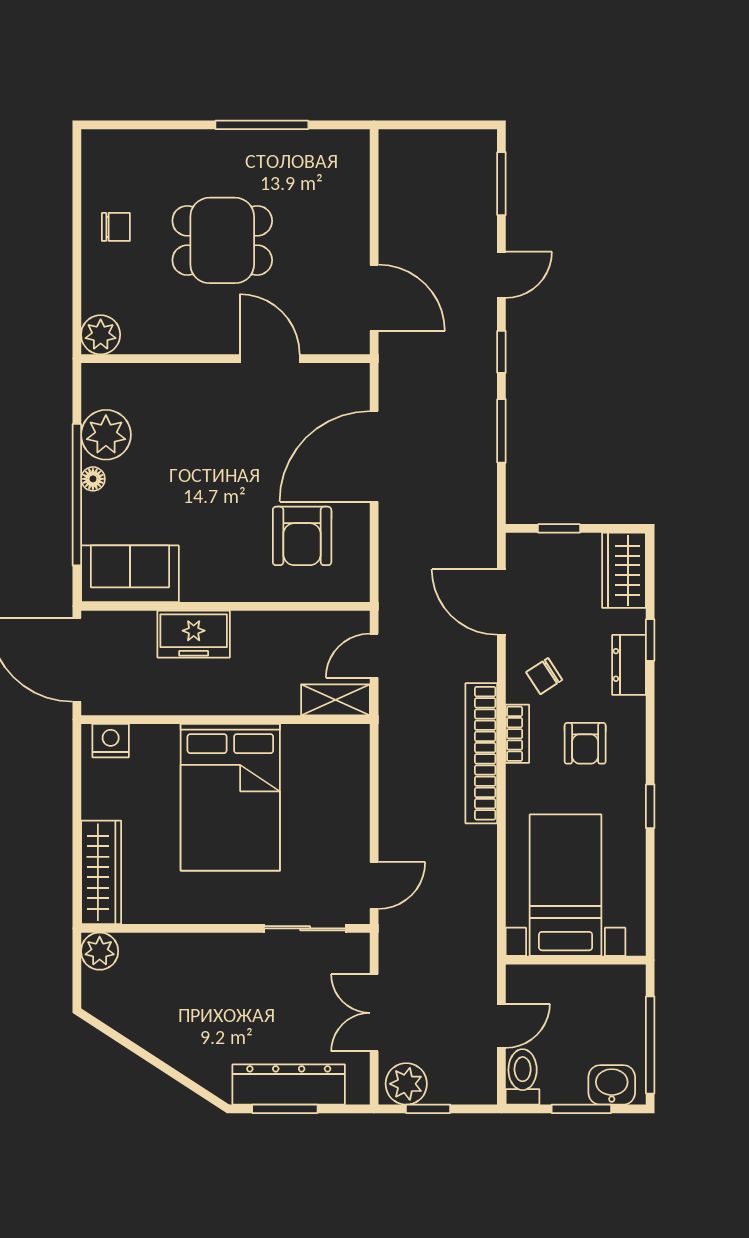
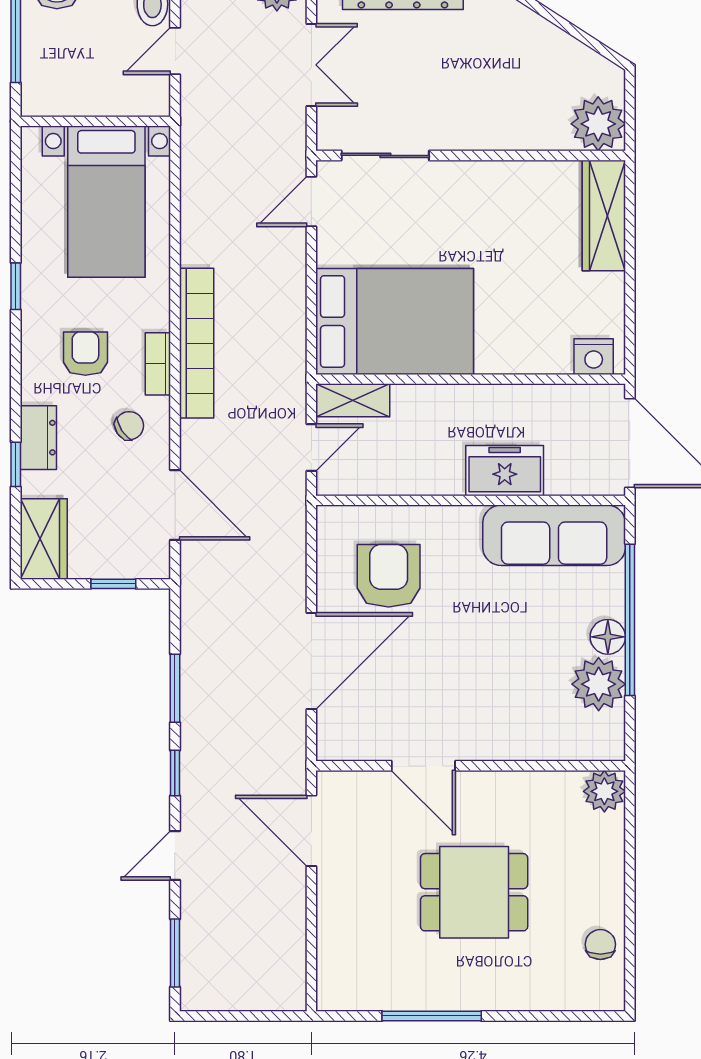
chair: (116, 227) -> (600, 944), moved, turned 90
floor lamp: (93, 479) -> (608, 637), width x1.37, depth x1.37
sofa: (130, 574) -> (554, 535), width x1.36
bed: (230, 797) -> (395, 321), moved, turned 90
plant: (100, 951) -> (598, 124), width x1.36, depth x1.36

